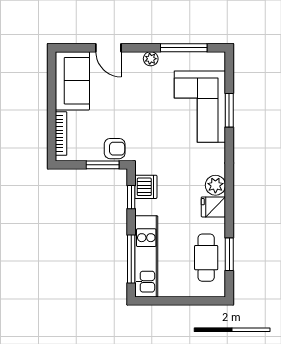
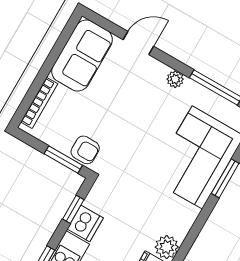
door: (108, 48) -> (138, 43), swing flipped
dishwasher: (146, 187) -> (85, 223), moved

